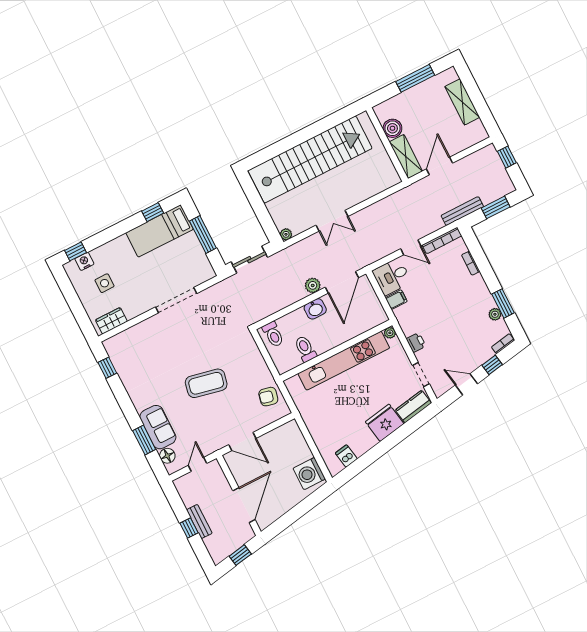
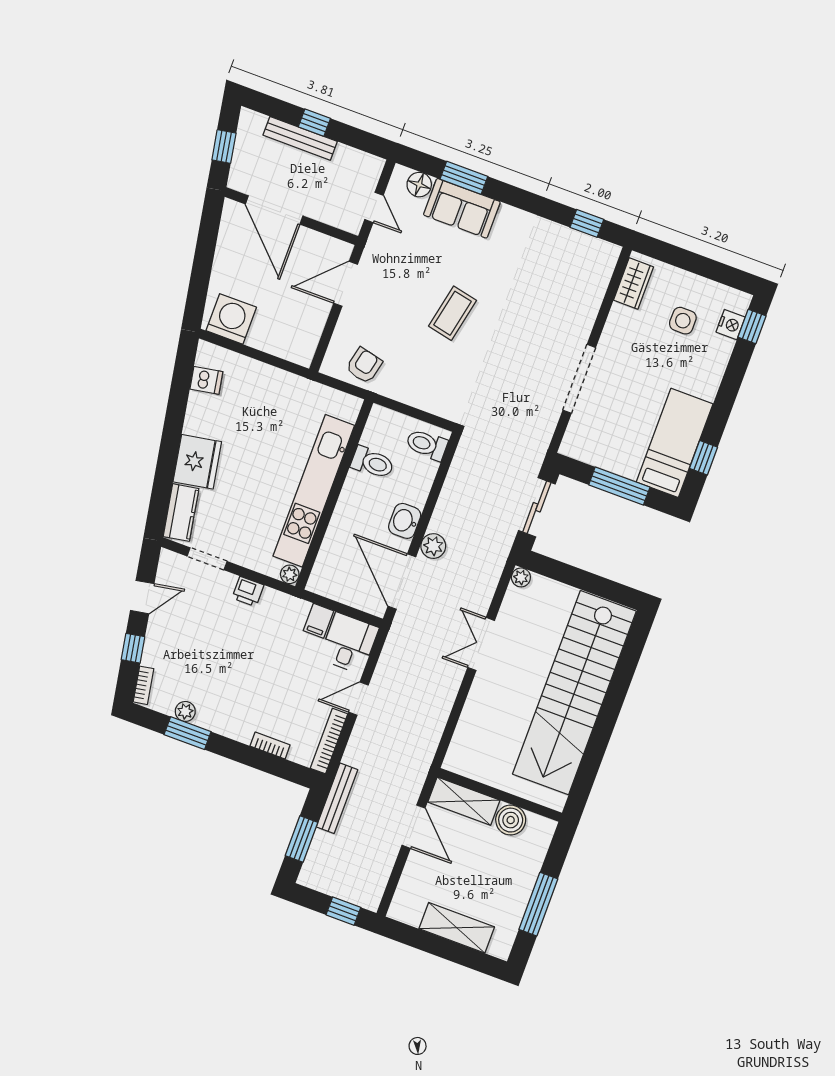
coffee table: (206, 383) -> (453, 313), width x0.73, depth x0.76
bench: (199, 521) -> (300, 138), width x1.36

